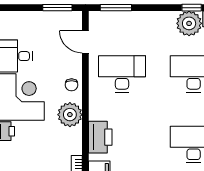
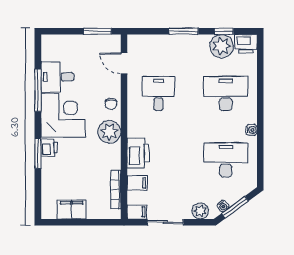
window: (116, 8) -> (184, 31), moved
desk: (122, 74) -> (158, 94), width x0.73

